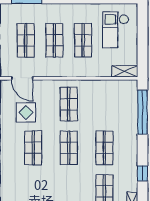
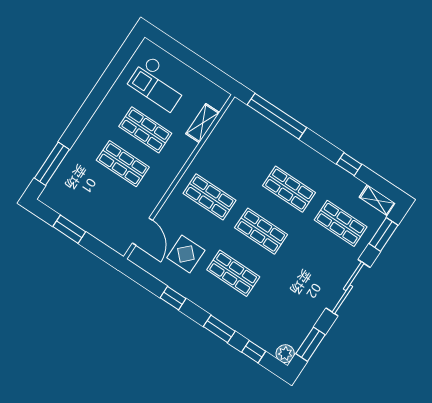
shop shelf: (26, 40) -> (100, 198), removed
shelving: (125, 71) -> (203, 123), moved
door: (22, 78) -> (142, 232), hinge flipped

